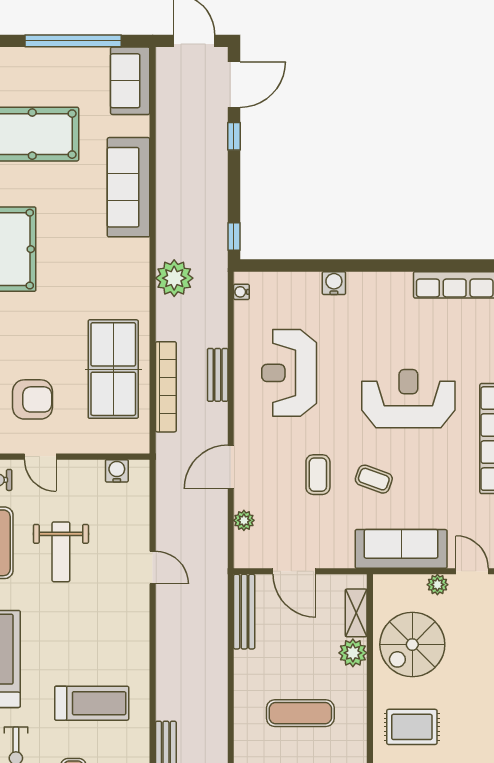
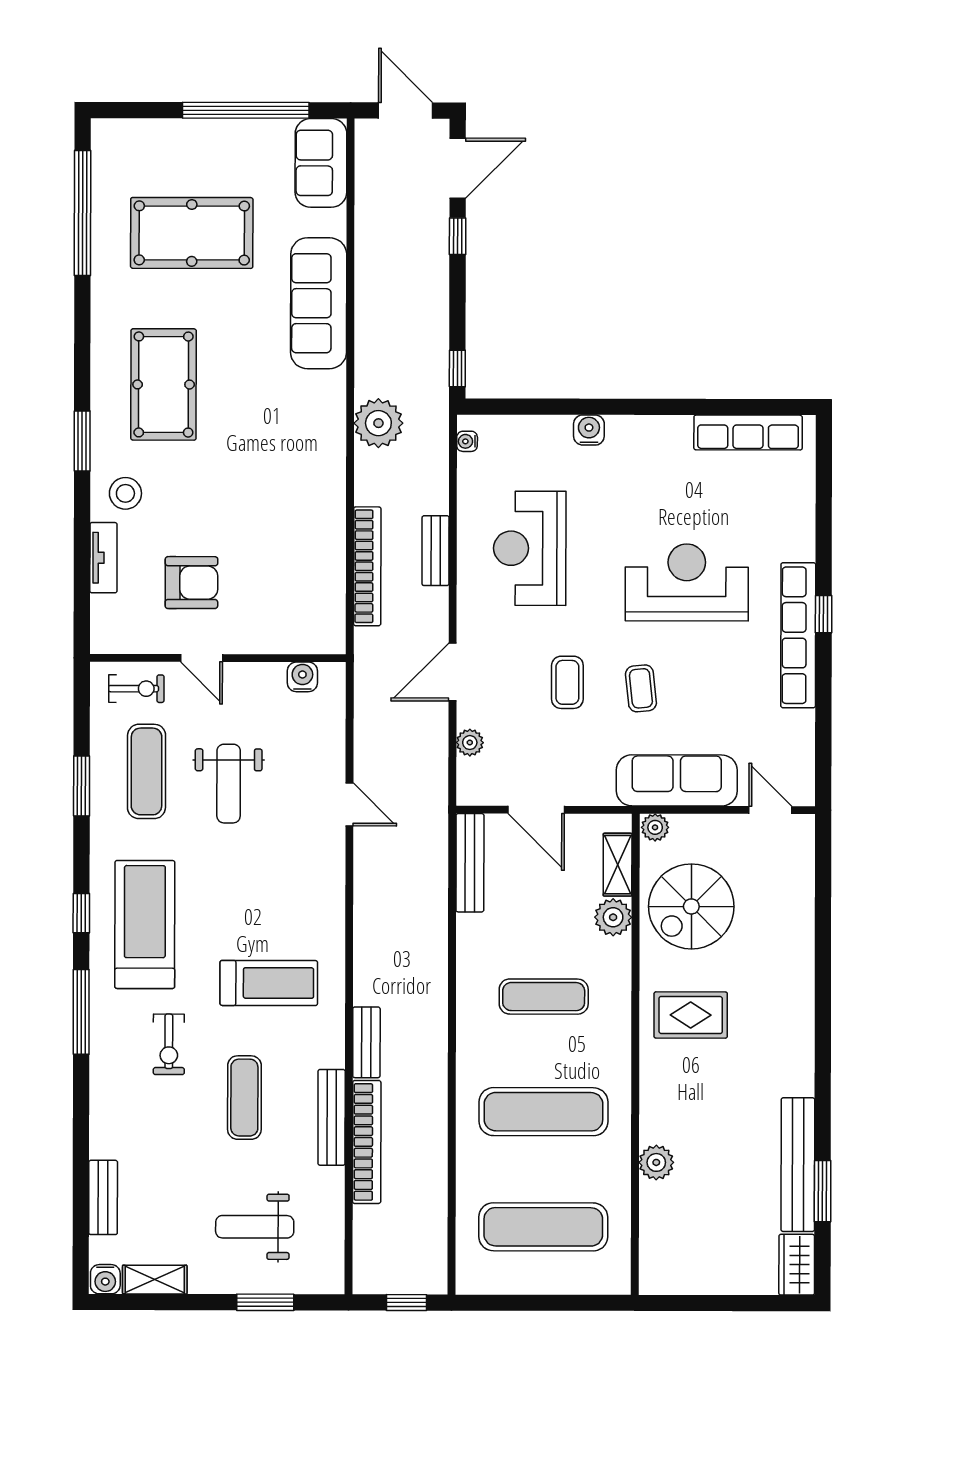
table tennis table: (113, 369) -> (298, 543), removed
coffee table: (374, 479) -> (641, 688), turned 64
plant: (437, 585) -> (655, 827), moved

